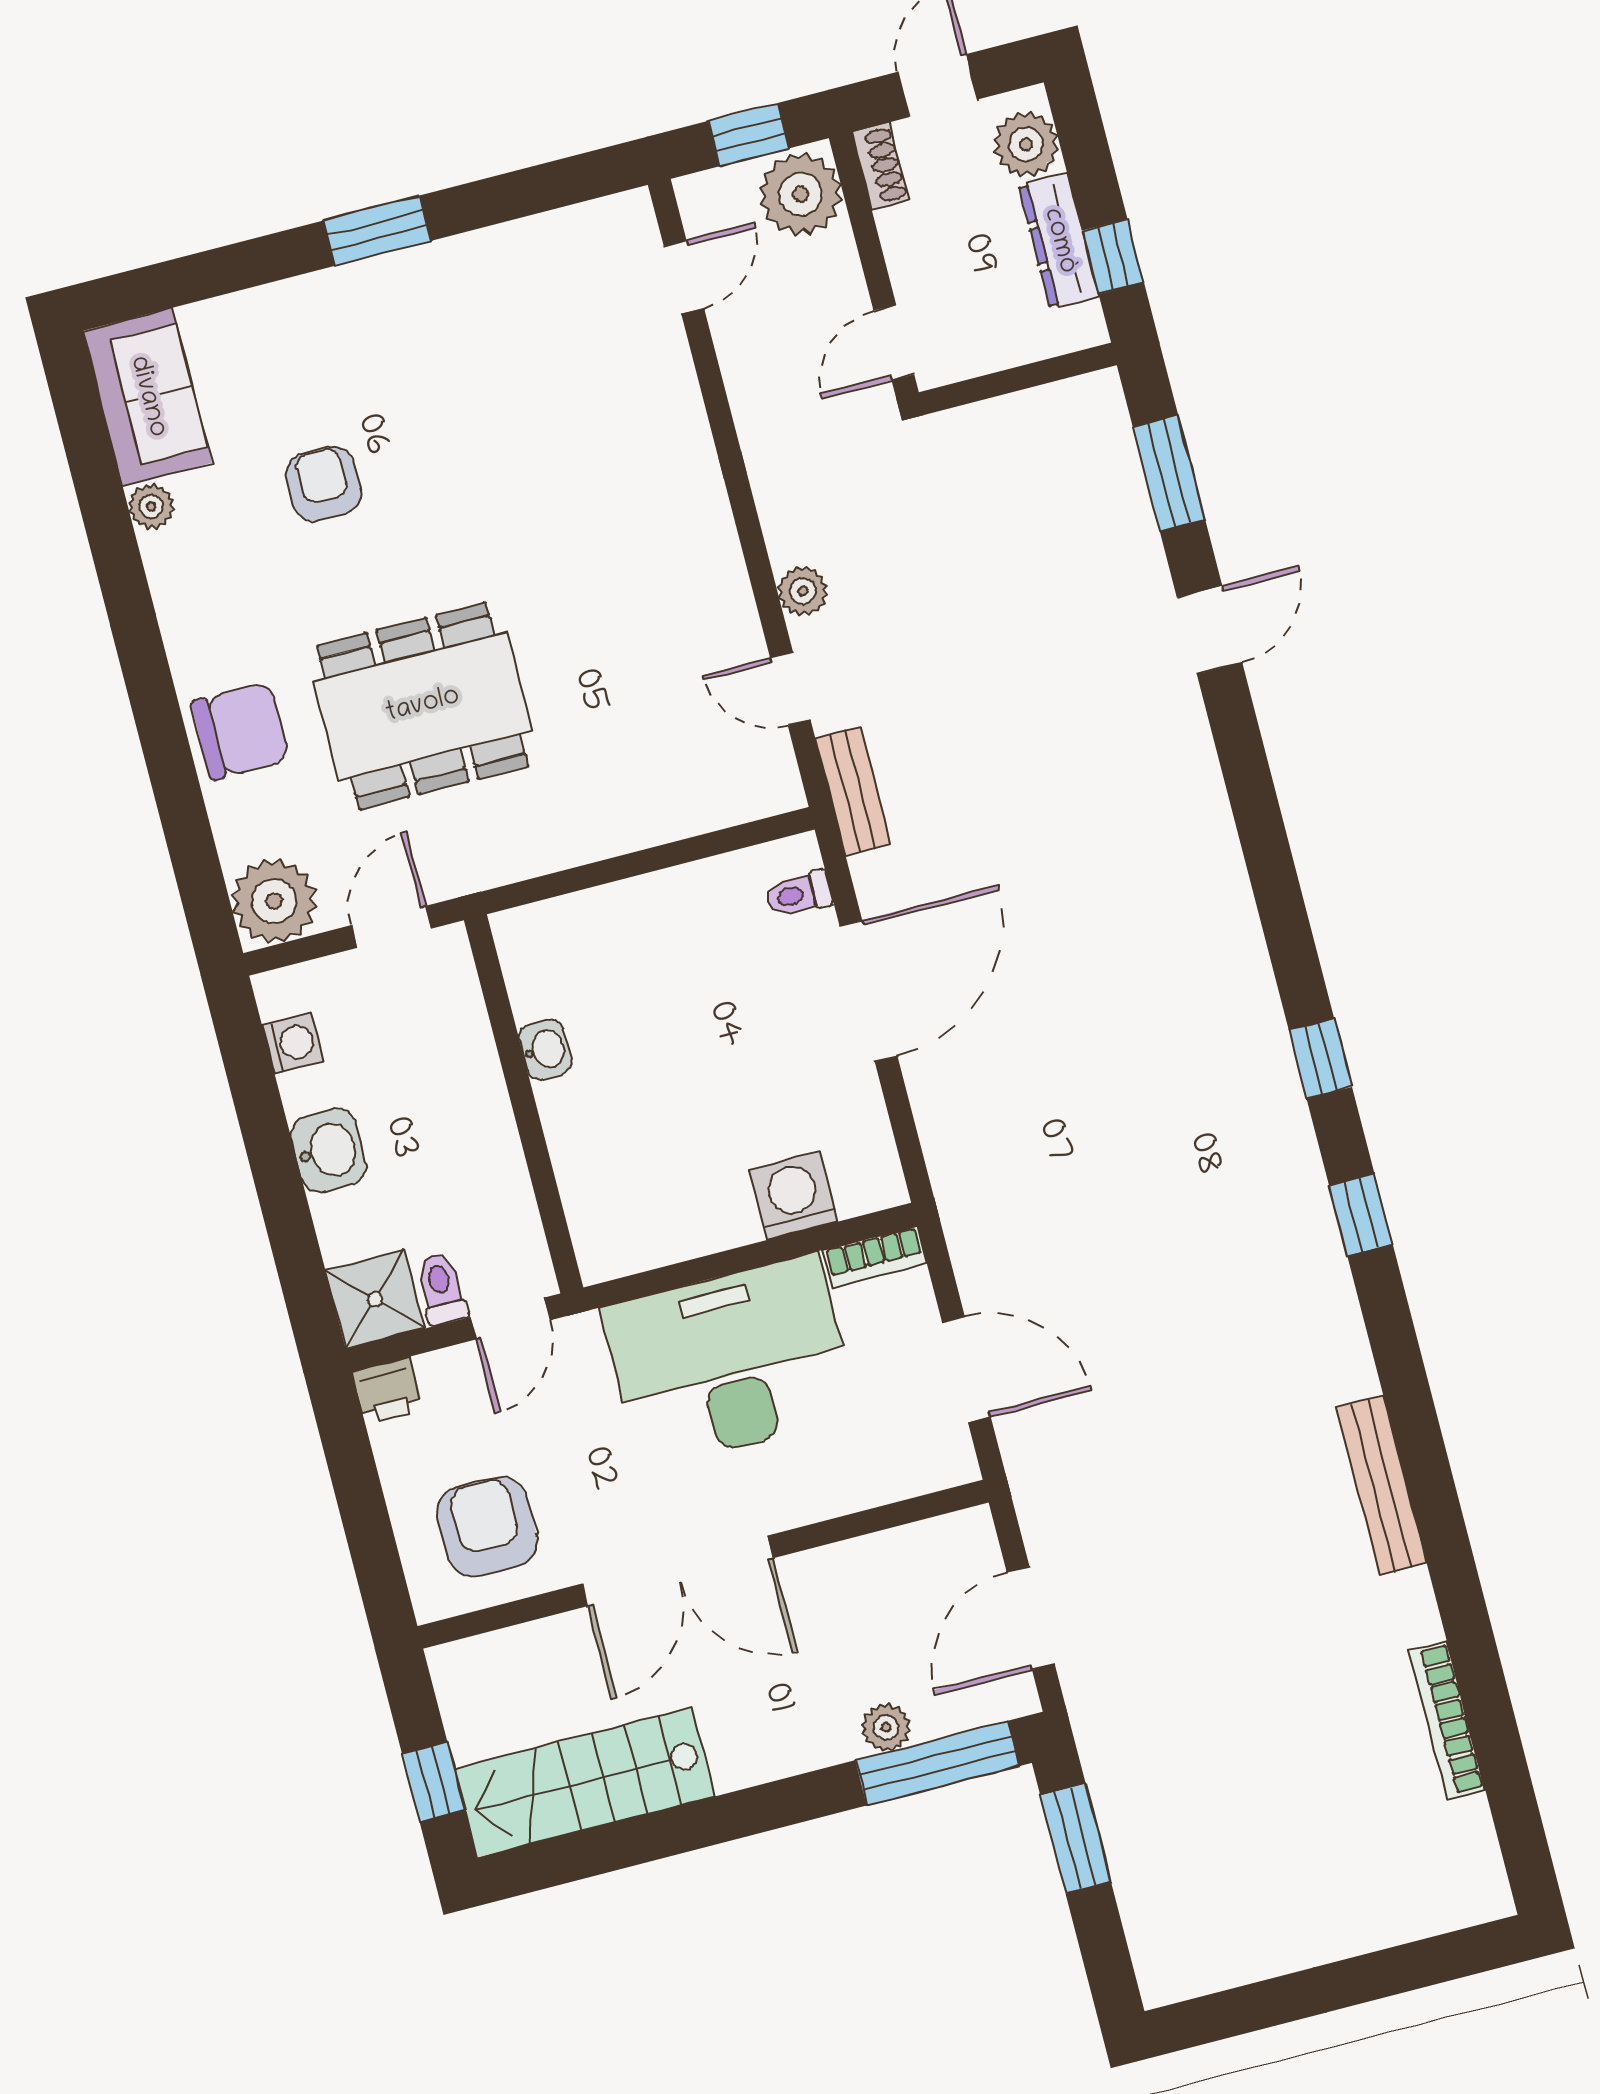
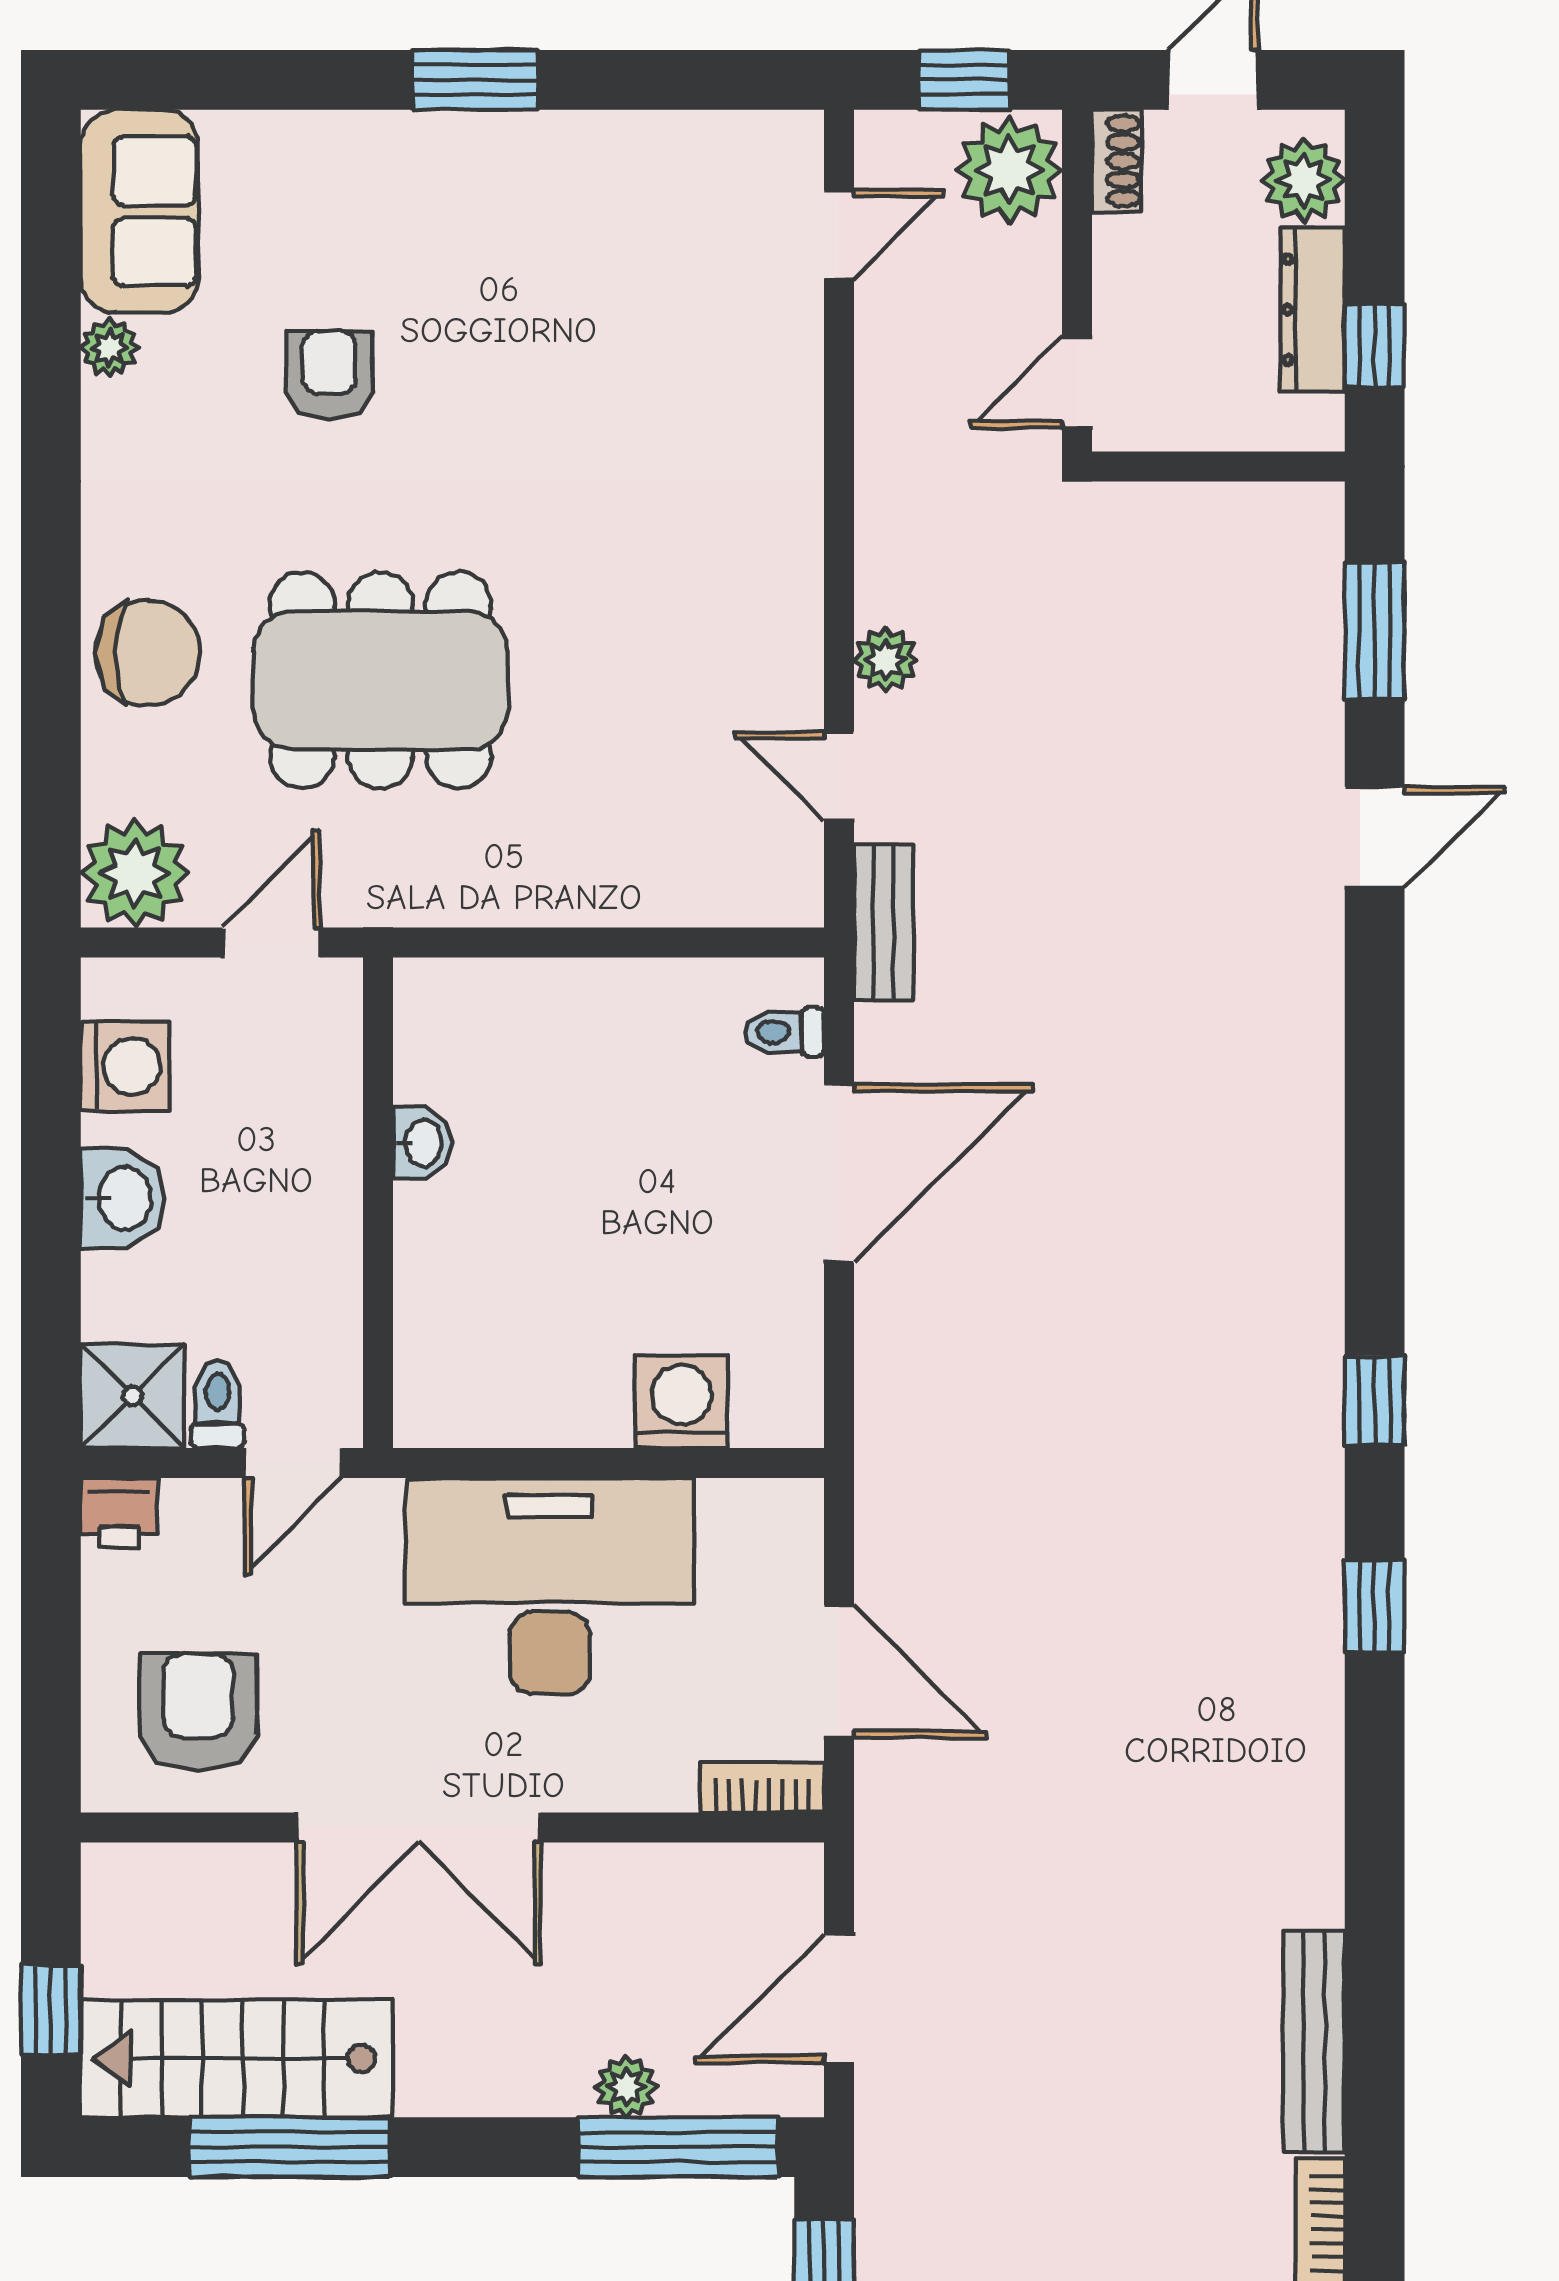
washing machine: (293, 1043) -> (125, 1067), width x1.38, depth x1.38
bookcase: (875, 1256) -> (762, 1788), moved, turned 180
bench: (1381, 1485) -> (1314, 2042), moved
window: (642, 1839) -> (290, 2147), added

